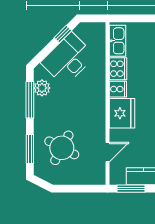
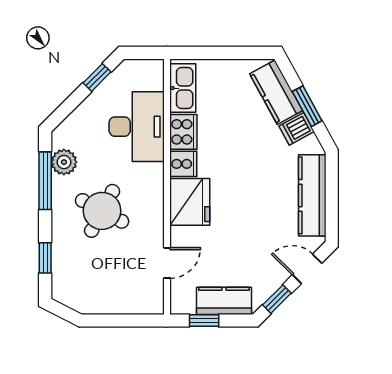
desk: (68, 59) -> (137, 127), moved, turned 135
round table: (62, 148) -> (102, 211), moved
window: (30, 149) -> (45, 258), width x0.67
window: (131, 189) -> (204, 320), width x0.67

